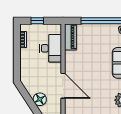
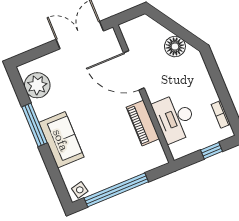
piano: (70, 37) -> (143, 123), moved
floor lamp: (40, 99) -> (175, 47), moved

